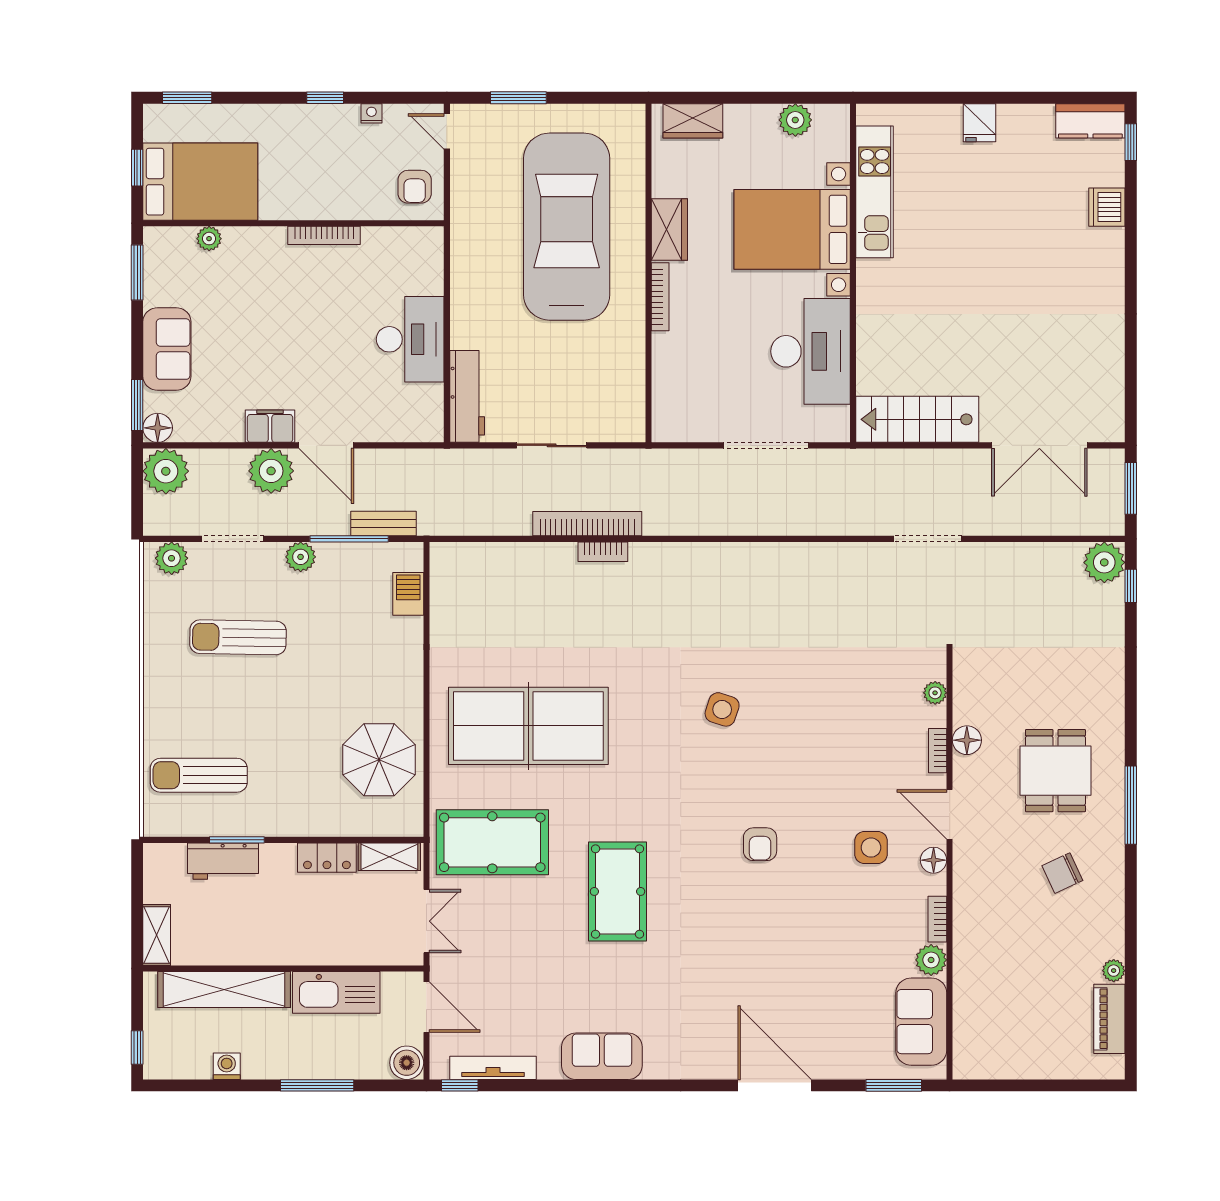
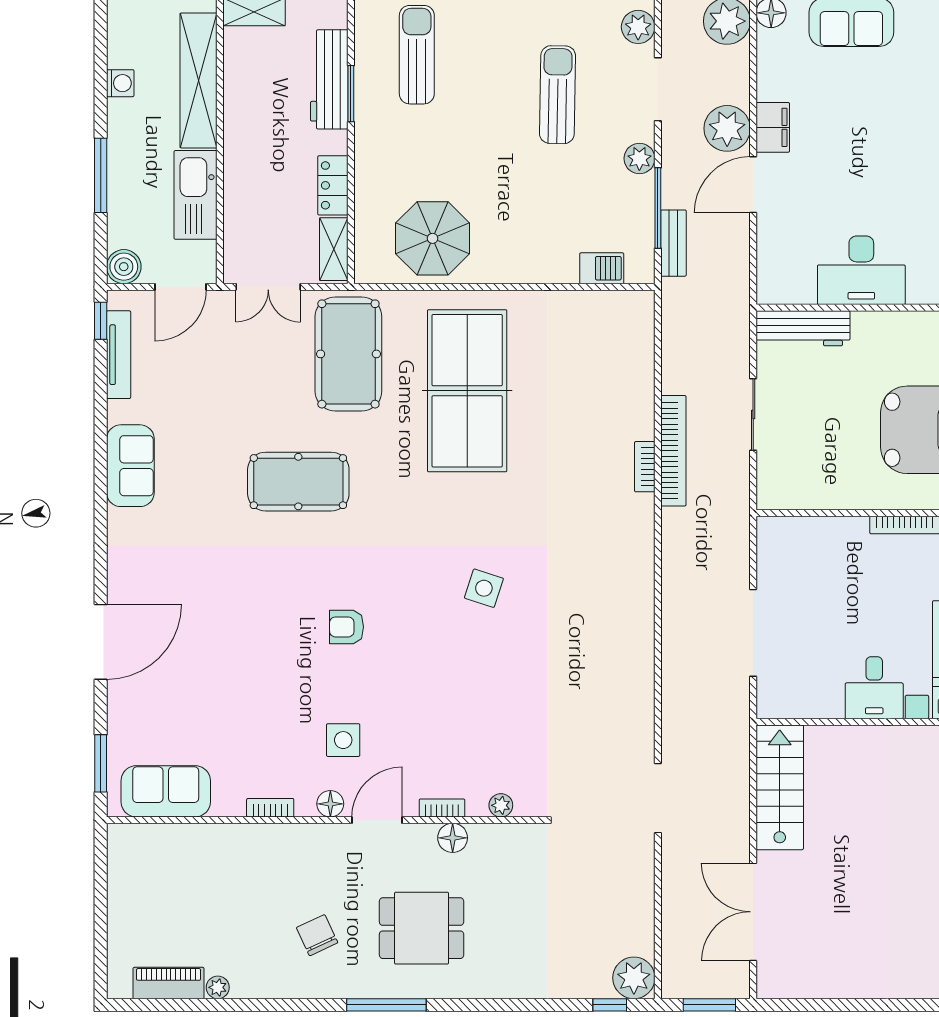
desk: (811, 351) -> (874, 688), width x0.53, depth x0.77
workbench: (223, 861) -> (329, 79), width x1.38
plant: (931, 960) -> (229, 801), removed

